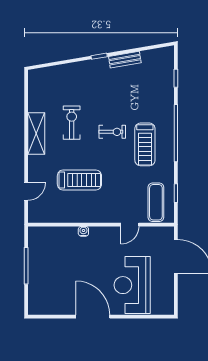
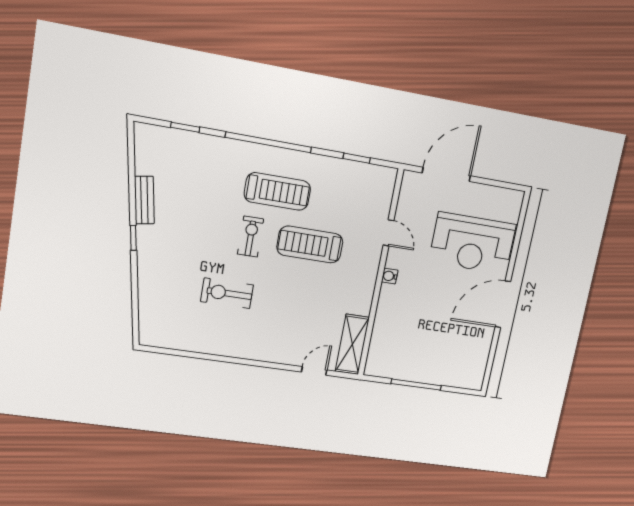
shelving: (36, 134) -> (352, 344), moved, turned 90
treadmill: (79, 180) -> (310, 245), moved, turned -90
door: (26, 191) -> (314, 371), hinge flipped
exercise mat: (156, 202) -> (364, 190), removed
water cooler: (83, 231) -> (390, 276), moved

